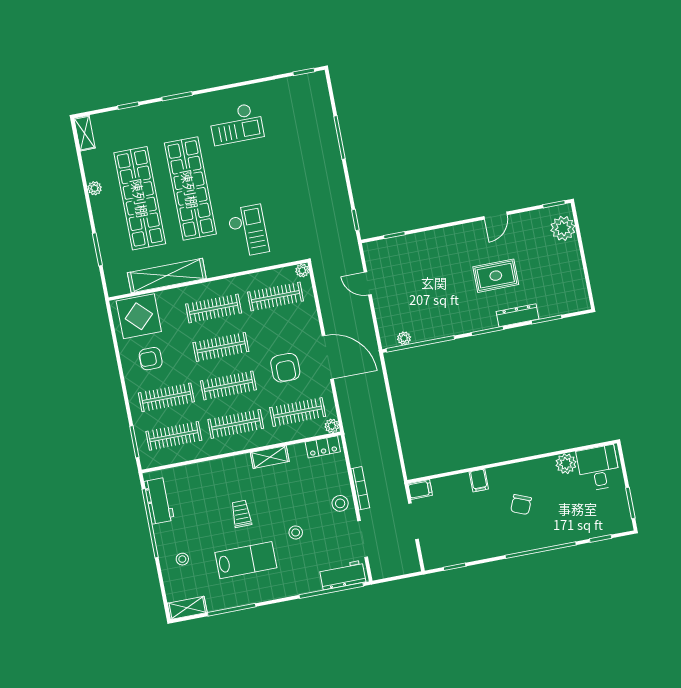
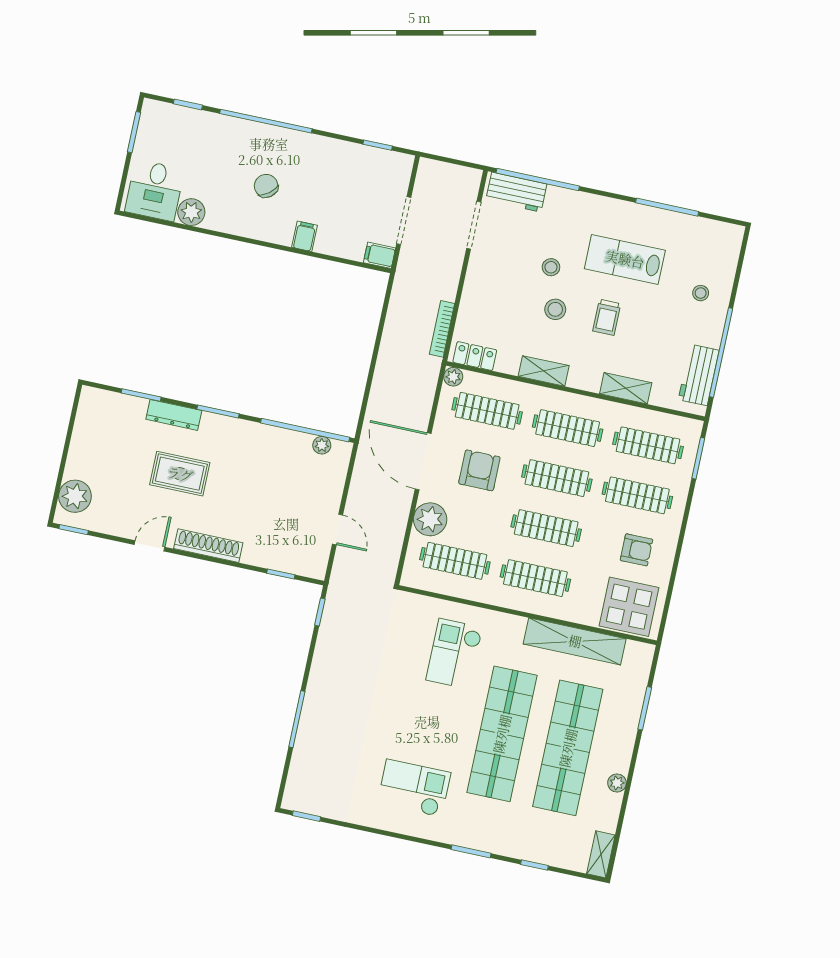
shoe rack: (454, 233) -> (208, 546), added
plant: (302, 271) -> (430, 519), moved, width x1.87, depth x1.87
bookcase: (360, 488) -> (442, 329), moved
stool: (340, 503) -> (555, 309), moved
chair: (521, 505) -> (266, 186), turned -60
shelving: (187, 608) -> (626, 388), moved

